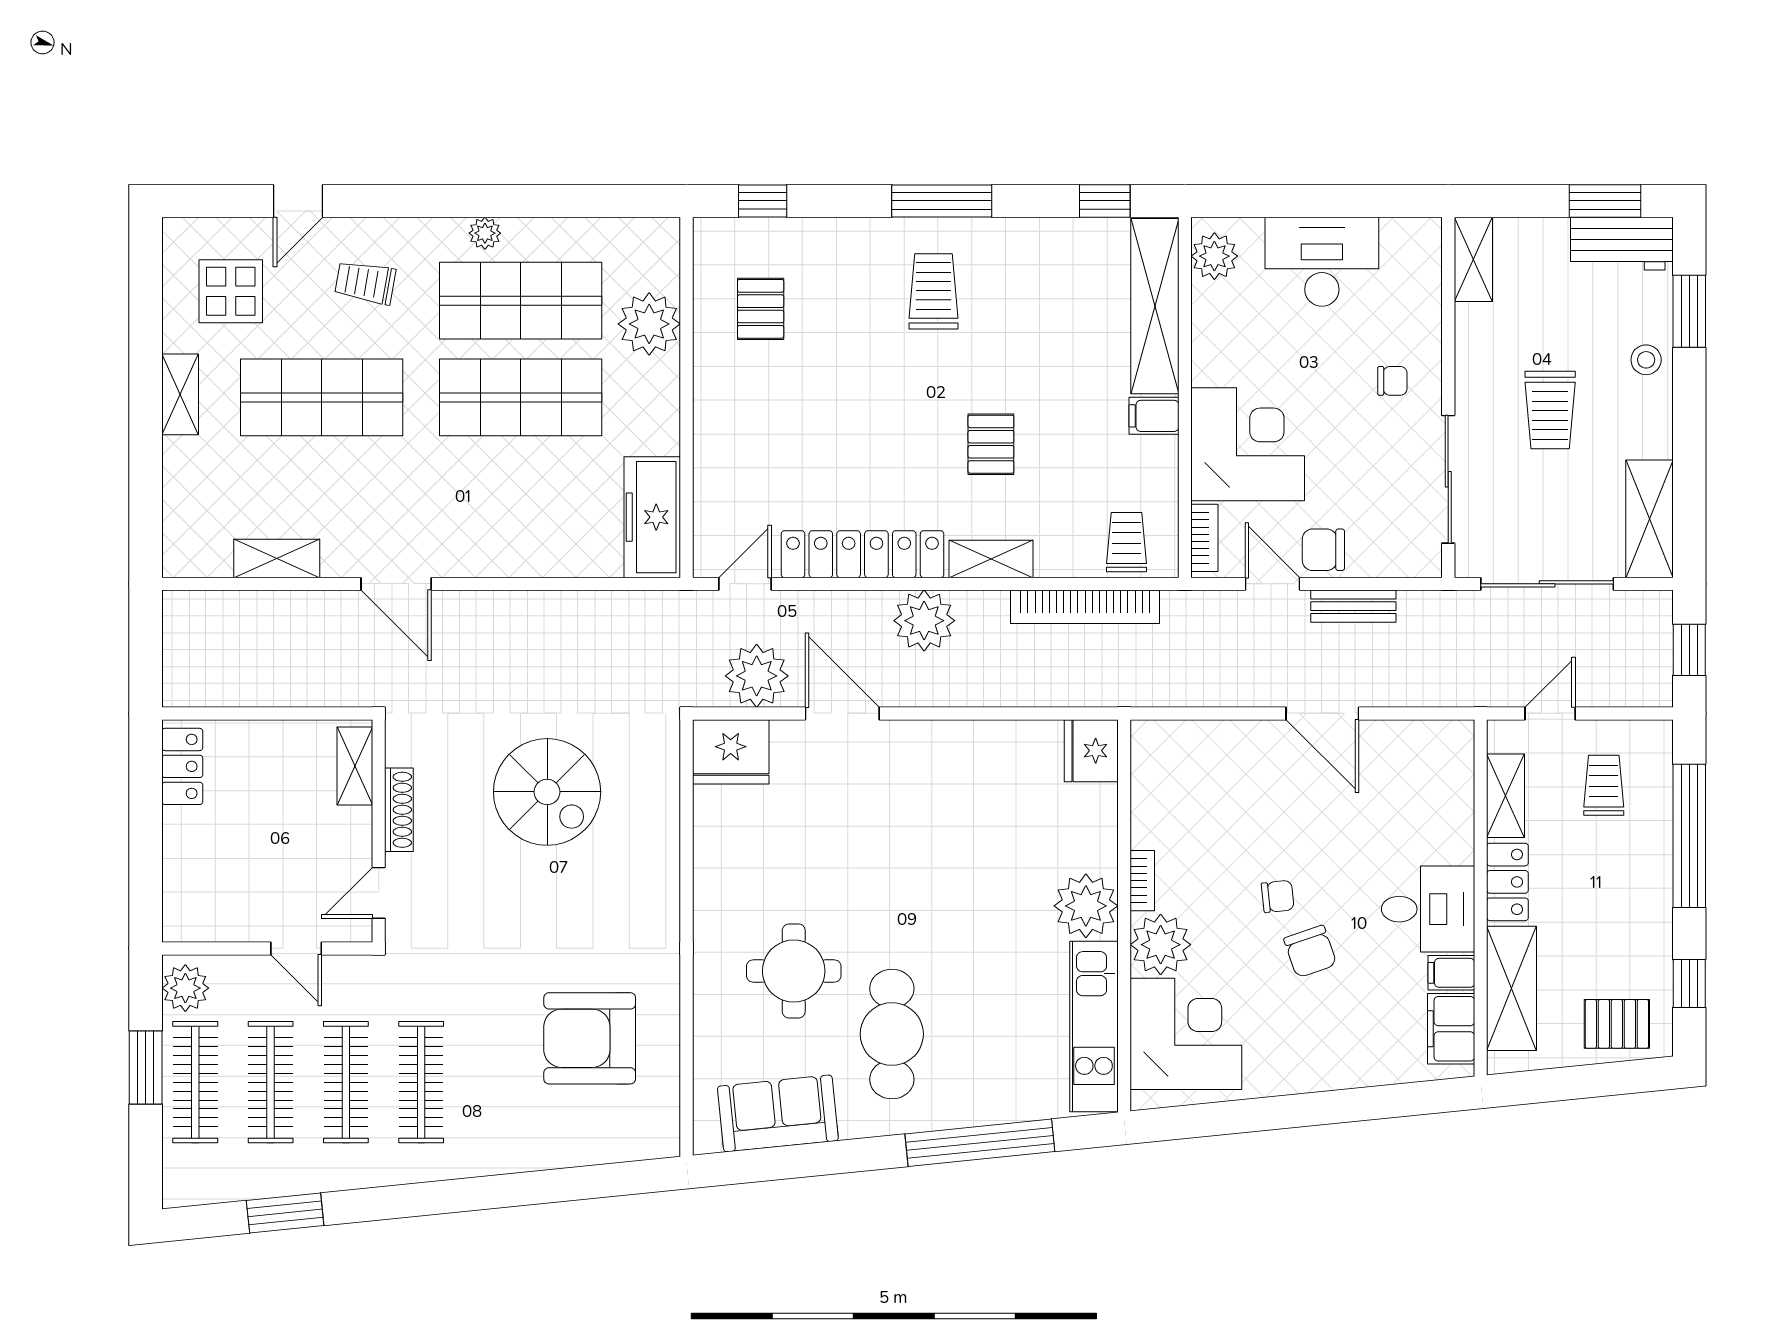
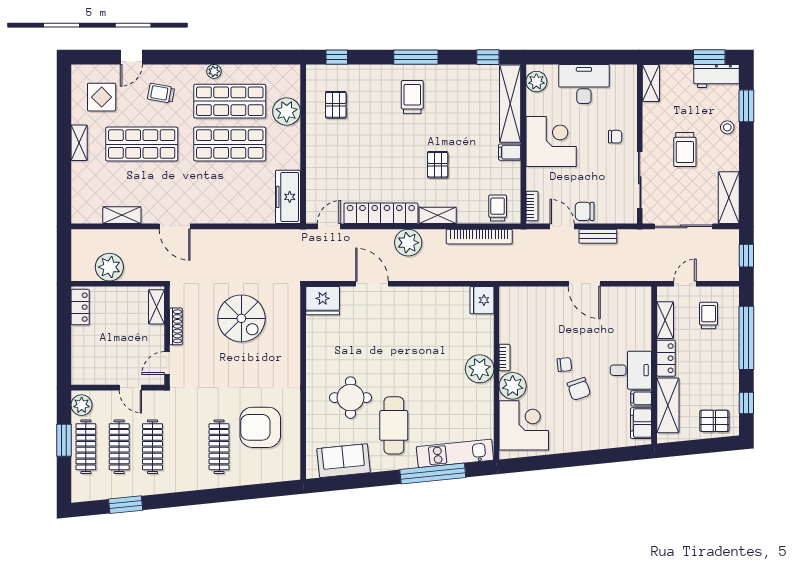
corner desk: (1248, 444) -> (551, 141), moved
plant: (757, 676) -> (109, 267), moved
kitchen unit: (1094, 1027) -> (455, 453), moved, turned 84
clothes rail: (421, 1082) -> (219, 447), moved

